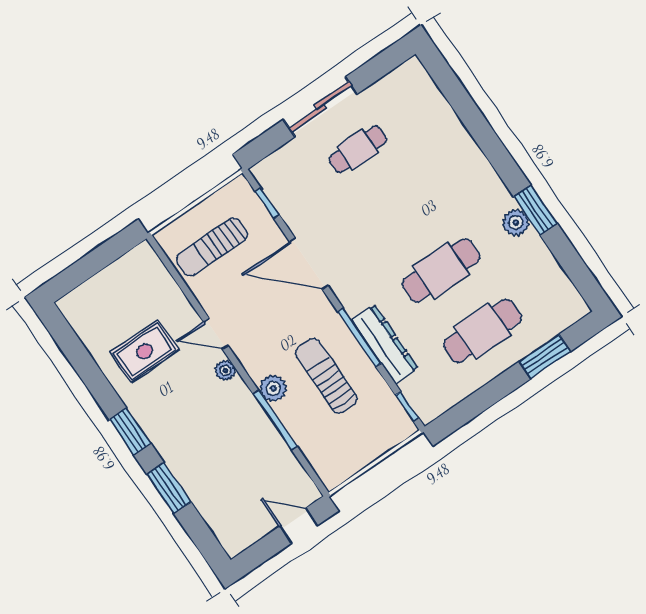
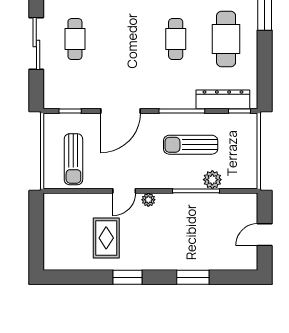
cafe table: (441, 270) -> (176, 39), width x0.73, depth x0.74
dresser: (385, 344) -> (223, 99), moved
plant: (273, 388) -> (212, 180), moved
window: (130, 432) -> (127, 277), moved
door: (299, 526) -> (265, 235), moved

